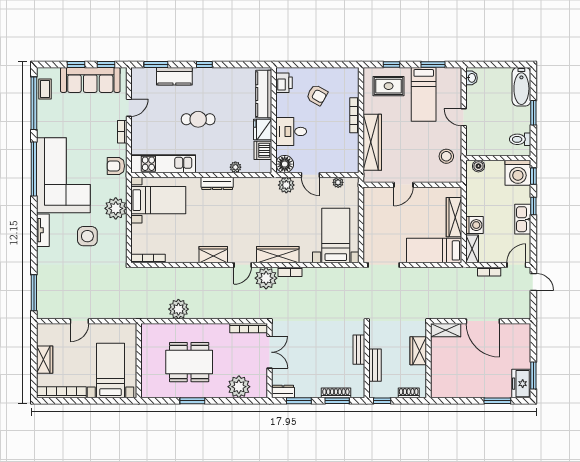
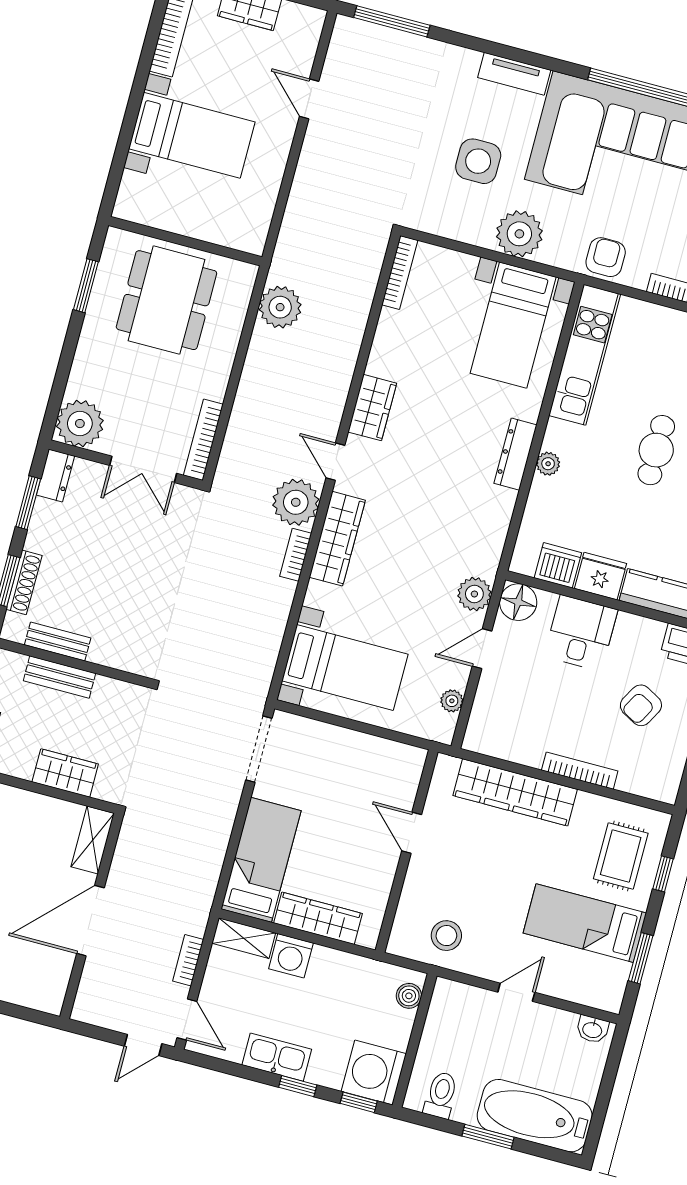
bathtub: (521, 87) -> (535, 1116), width x1.36, depth x1.36
plant: (235, 167) -> (548, 464), moved
bench: (359, 350) -> (58, 641), moved
wall: (139, 361) -> (185, 241), moved
plant: (239, 387) -> (80, 424), moved

